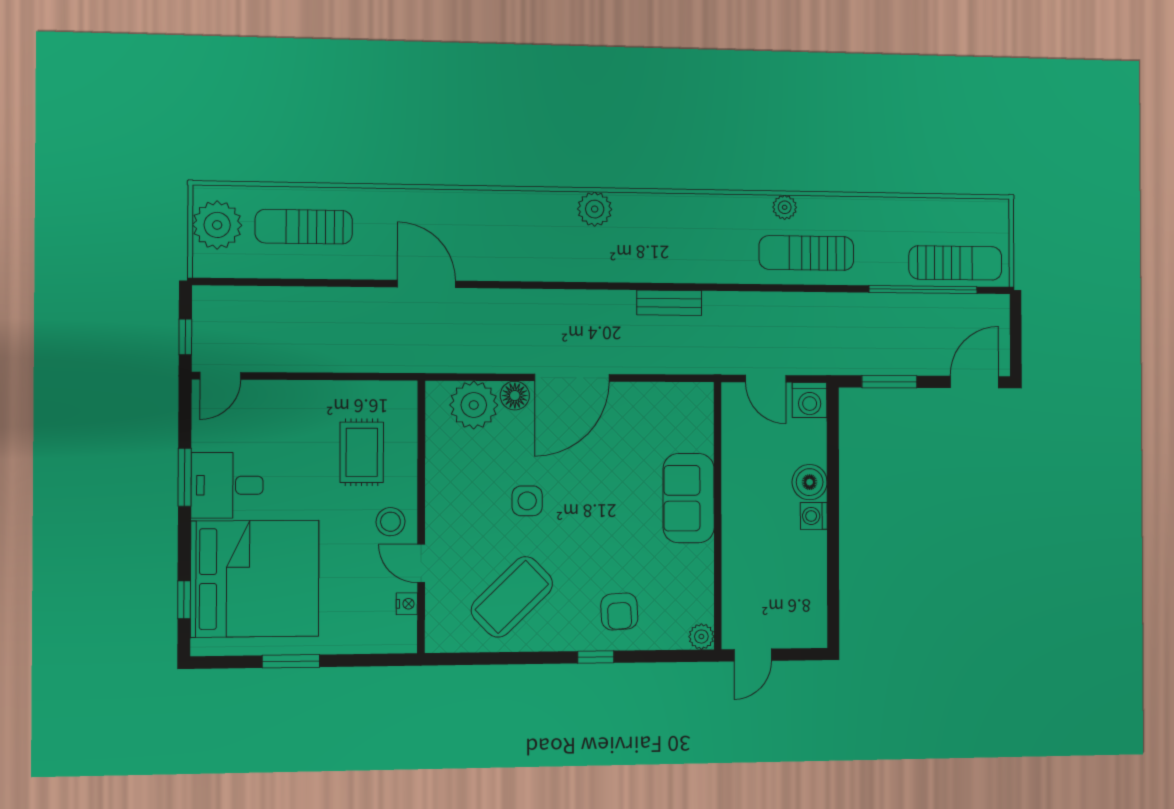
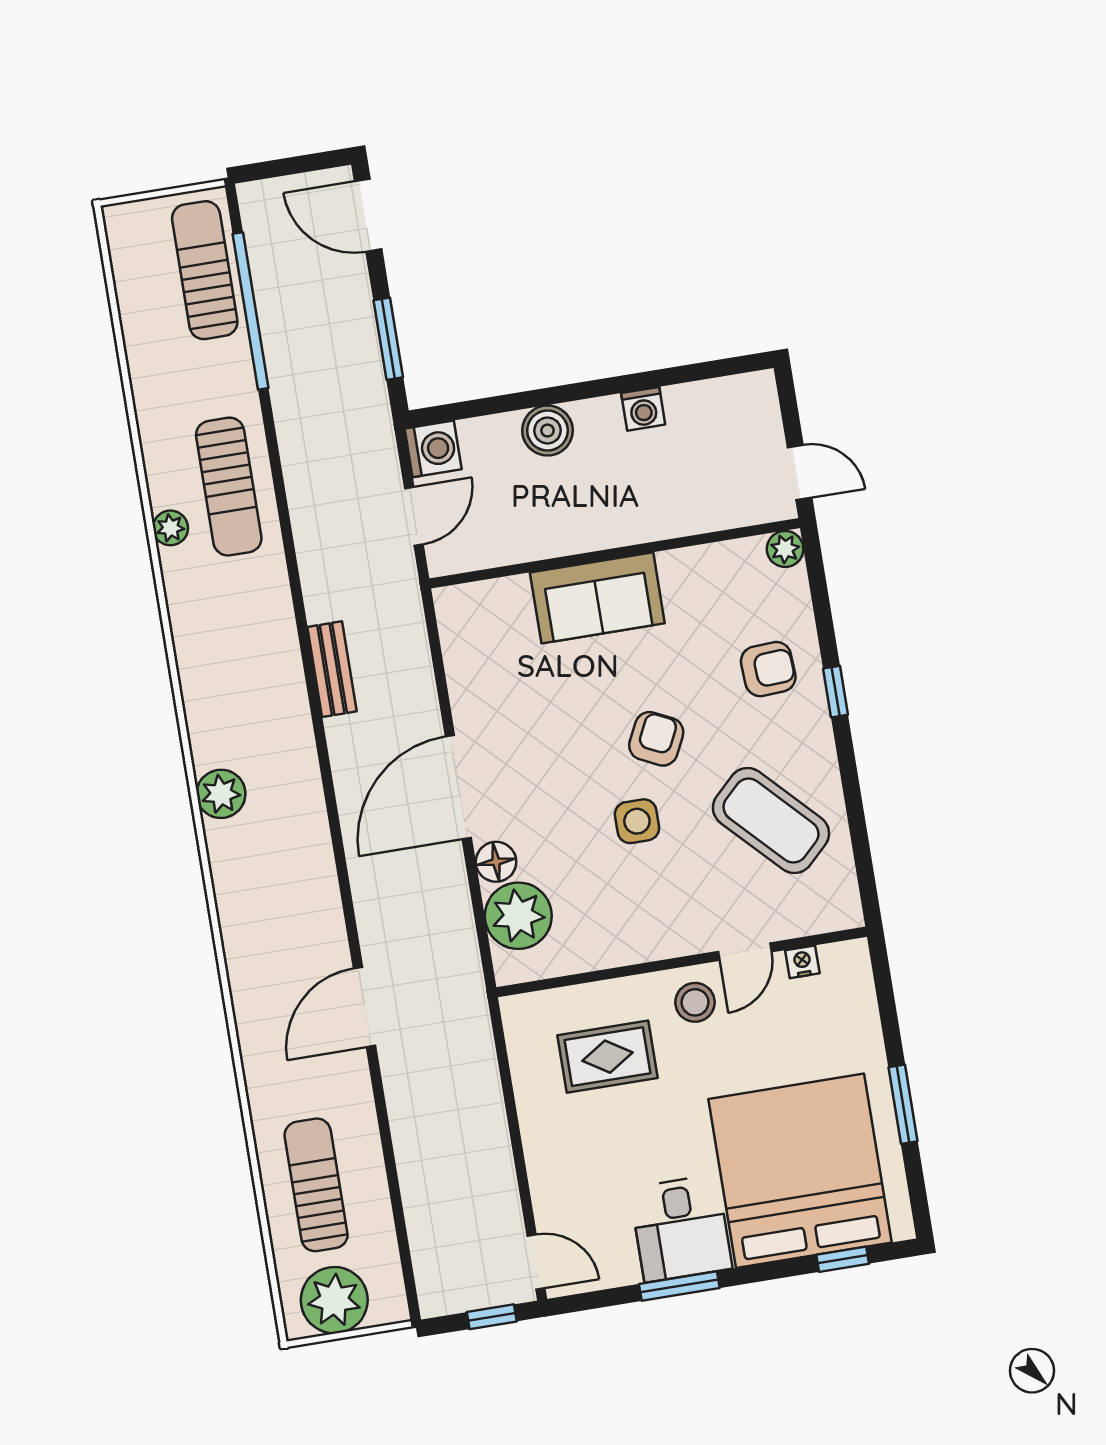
sun lounger: (304, 227) -> (316, 1185), turned 180
door: (572, 378) -> (458, 787), swing flipped
washing machine: (814, 516) -> (643, 409), moved
armchair: (583, 524) -> (656, 739), added

